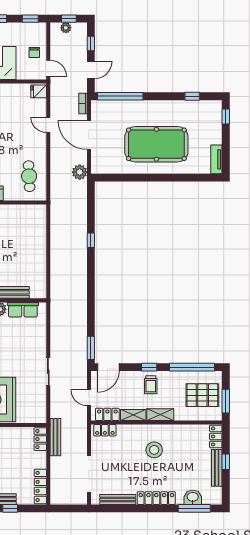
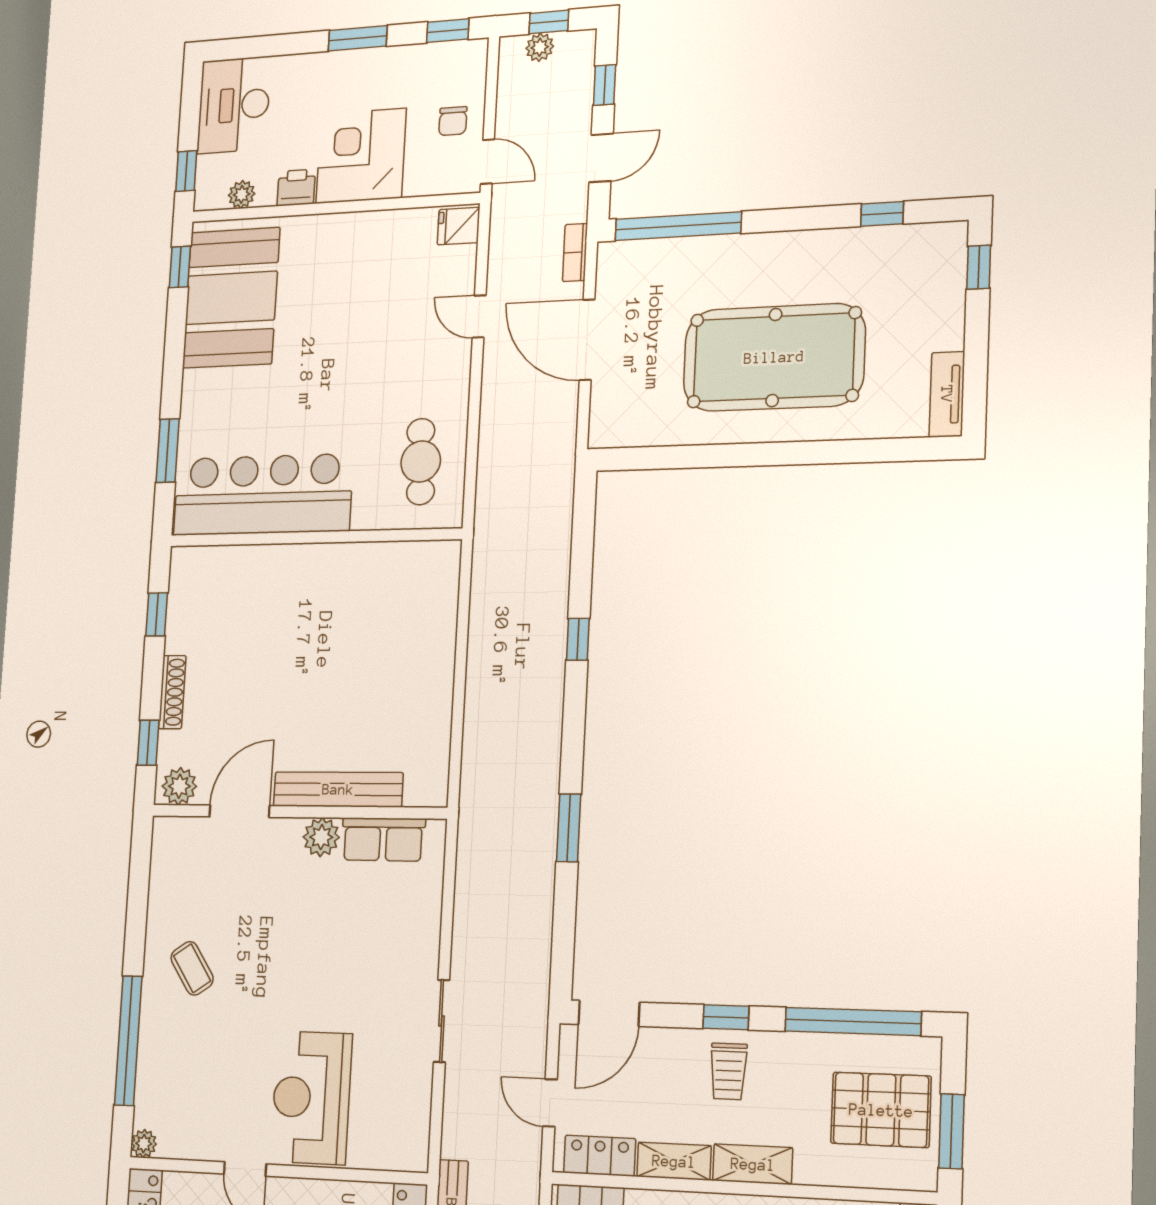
plant: (80, 172) -> (557, 445), removed
window: (91, 348) -> (569, 828), moved

